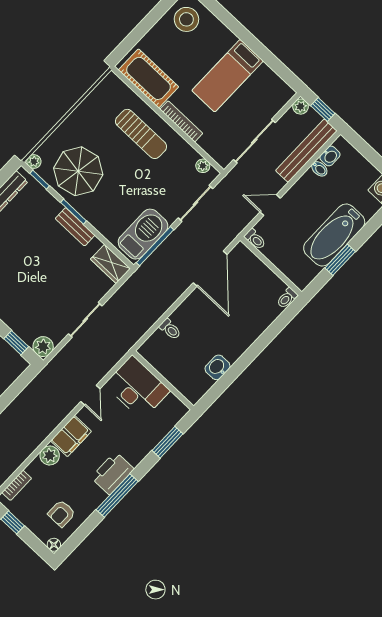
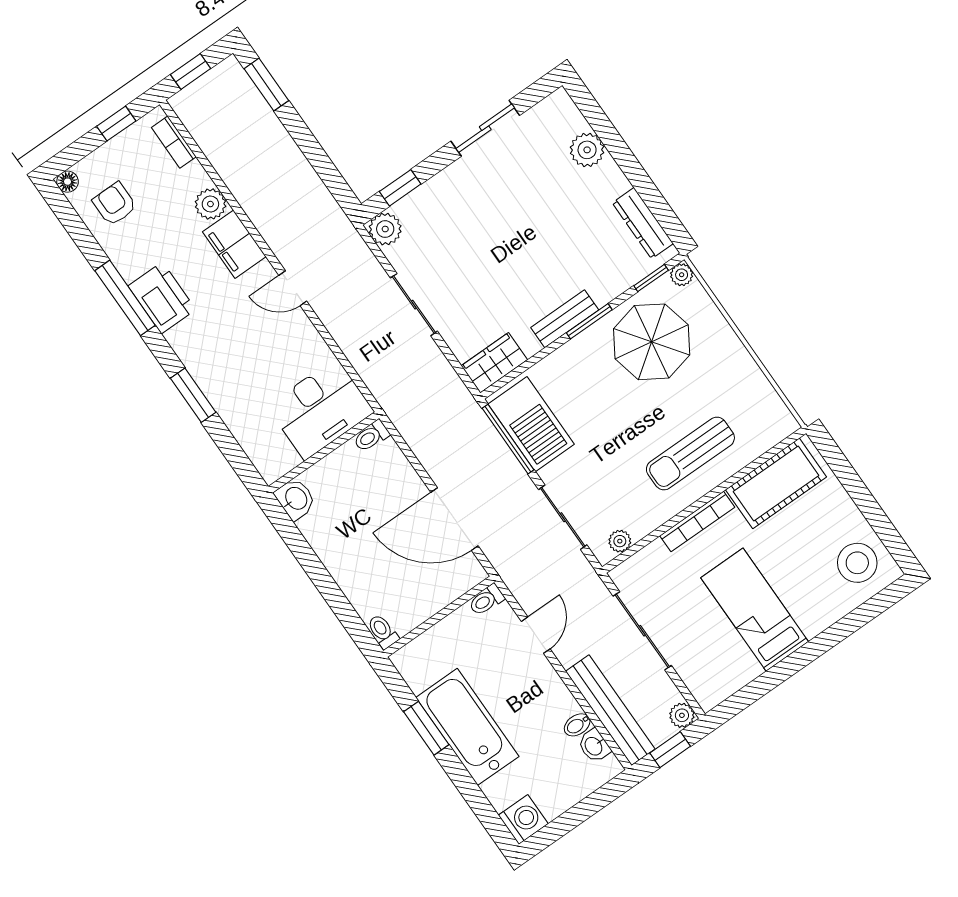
wall: (163, 380) -> (324, 452), moved
desk: (137, 388) -> (321, 409), moved

